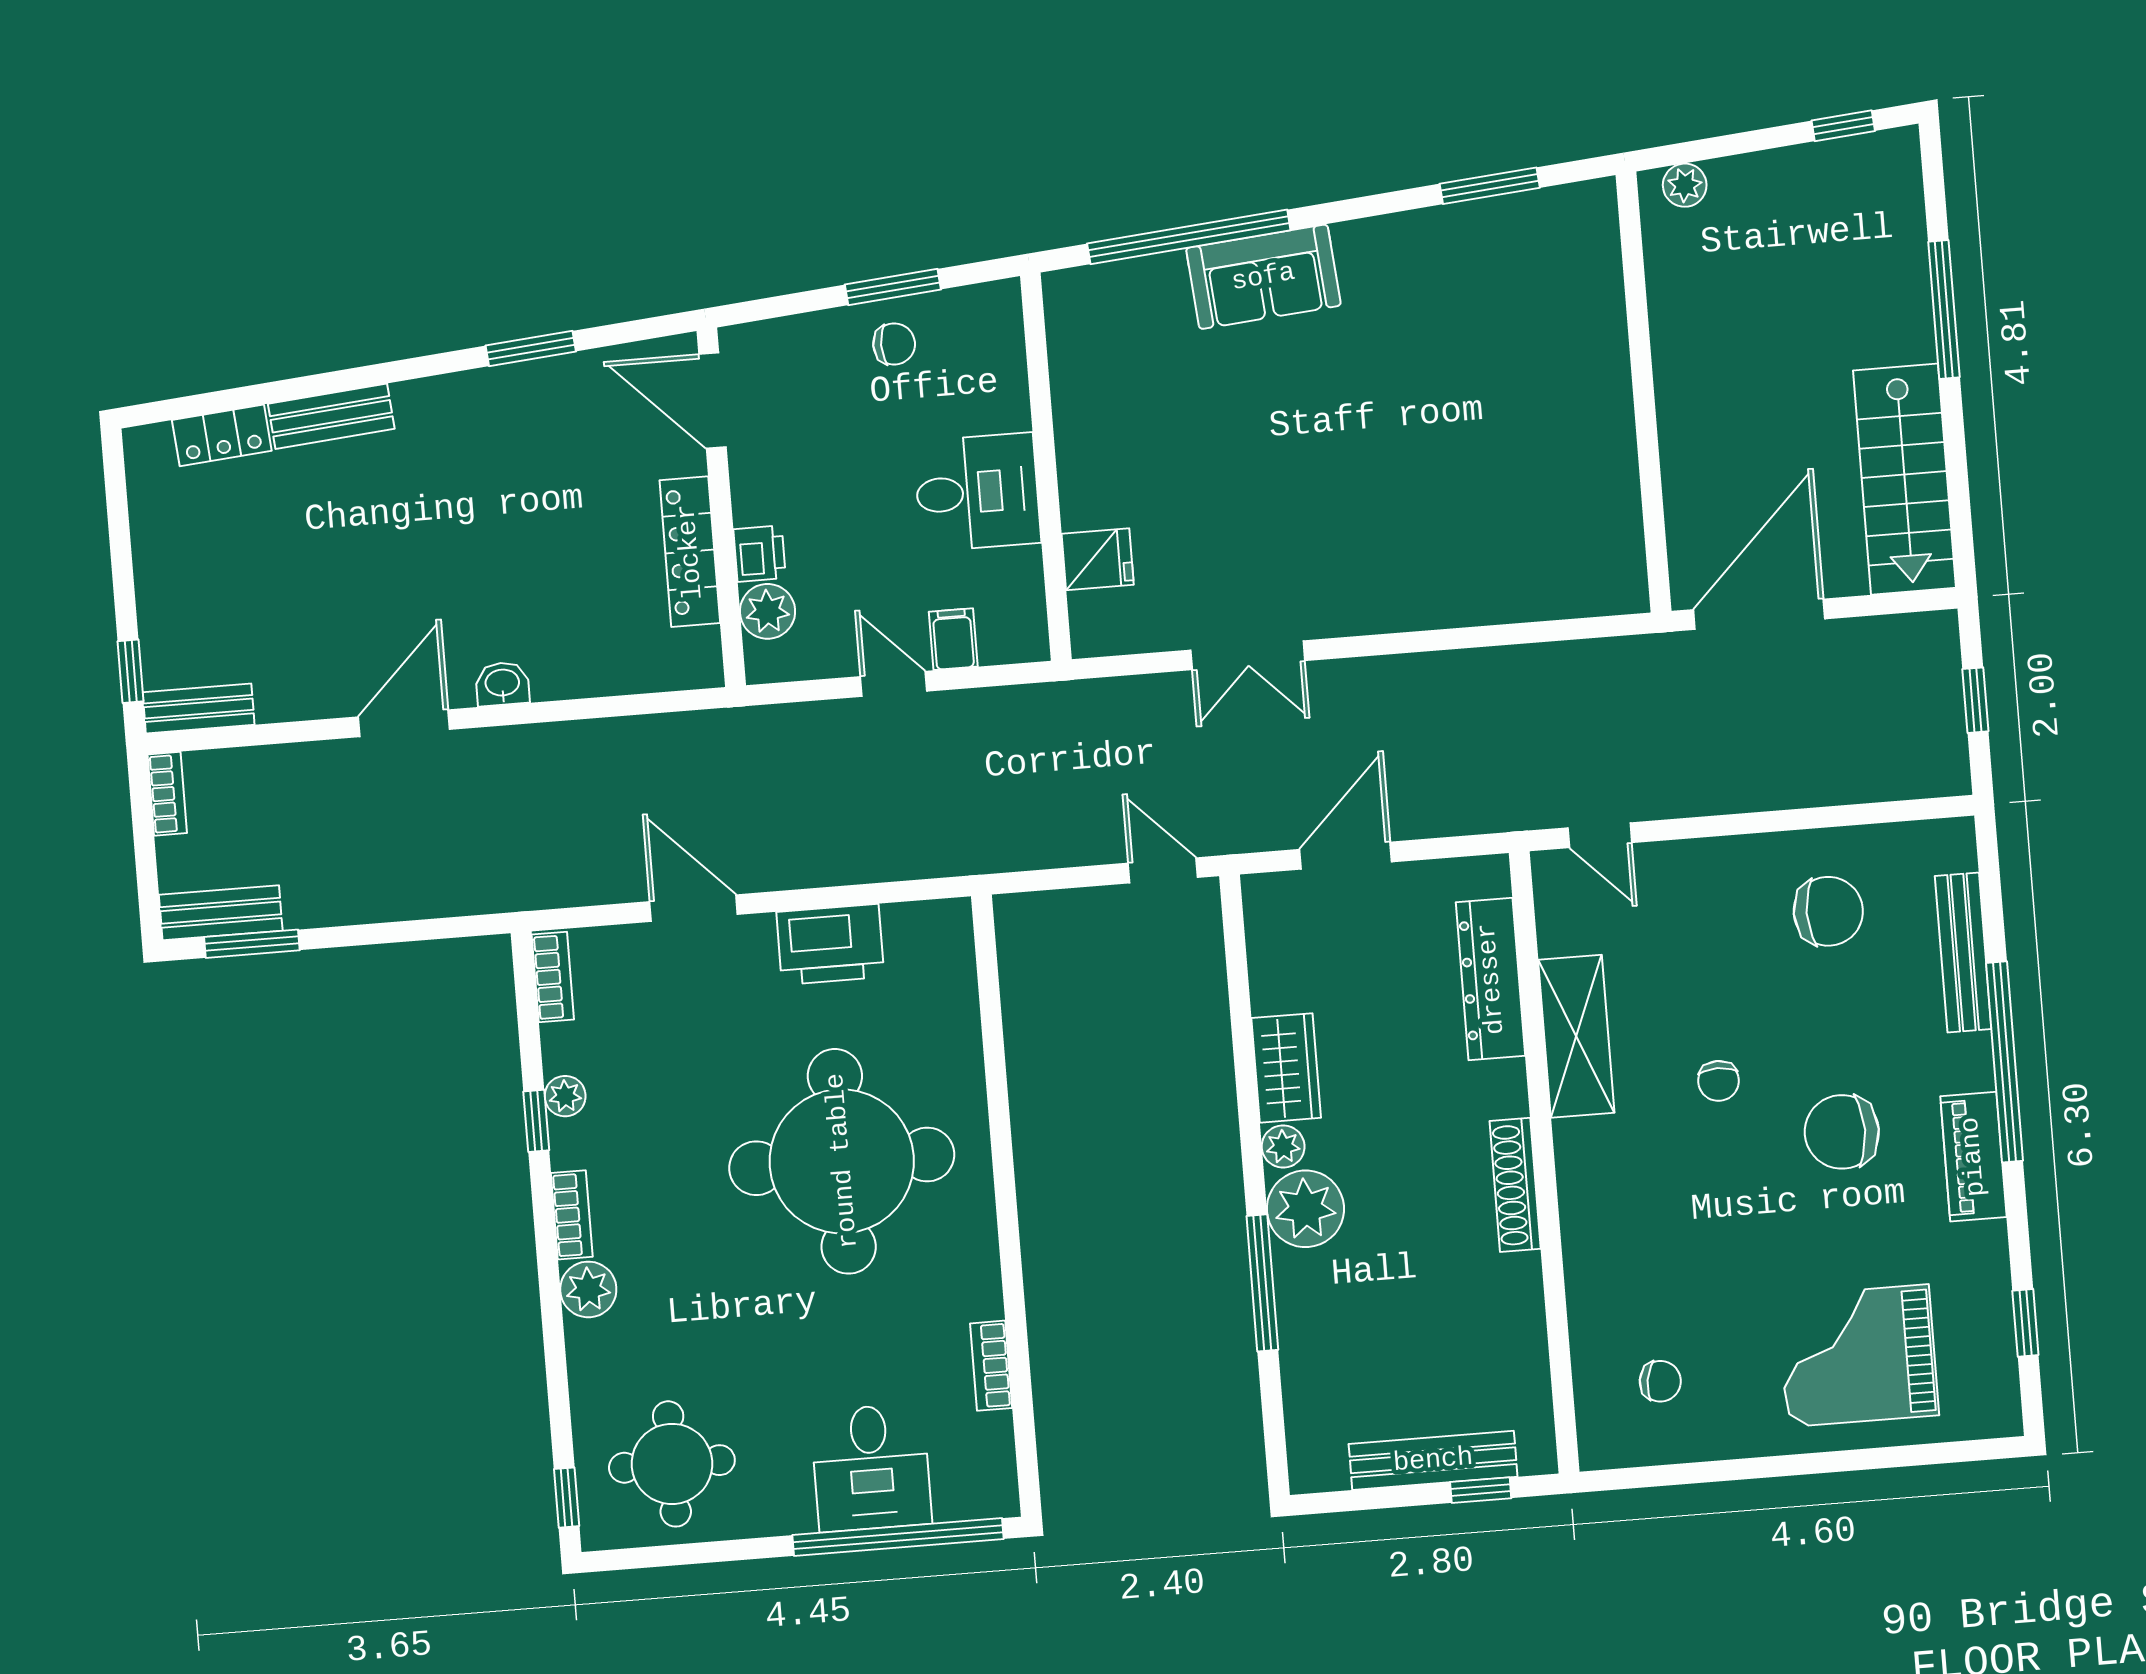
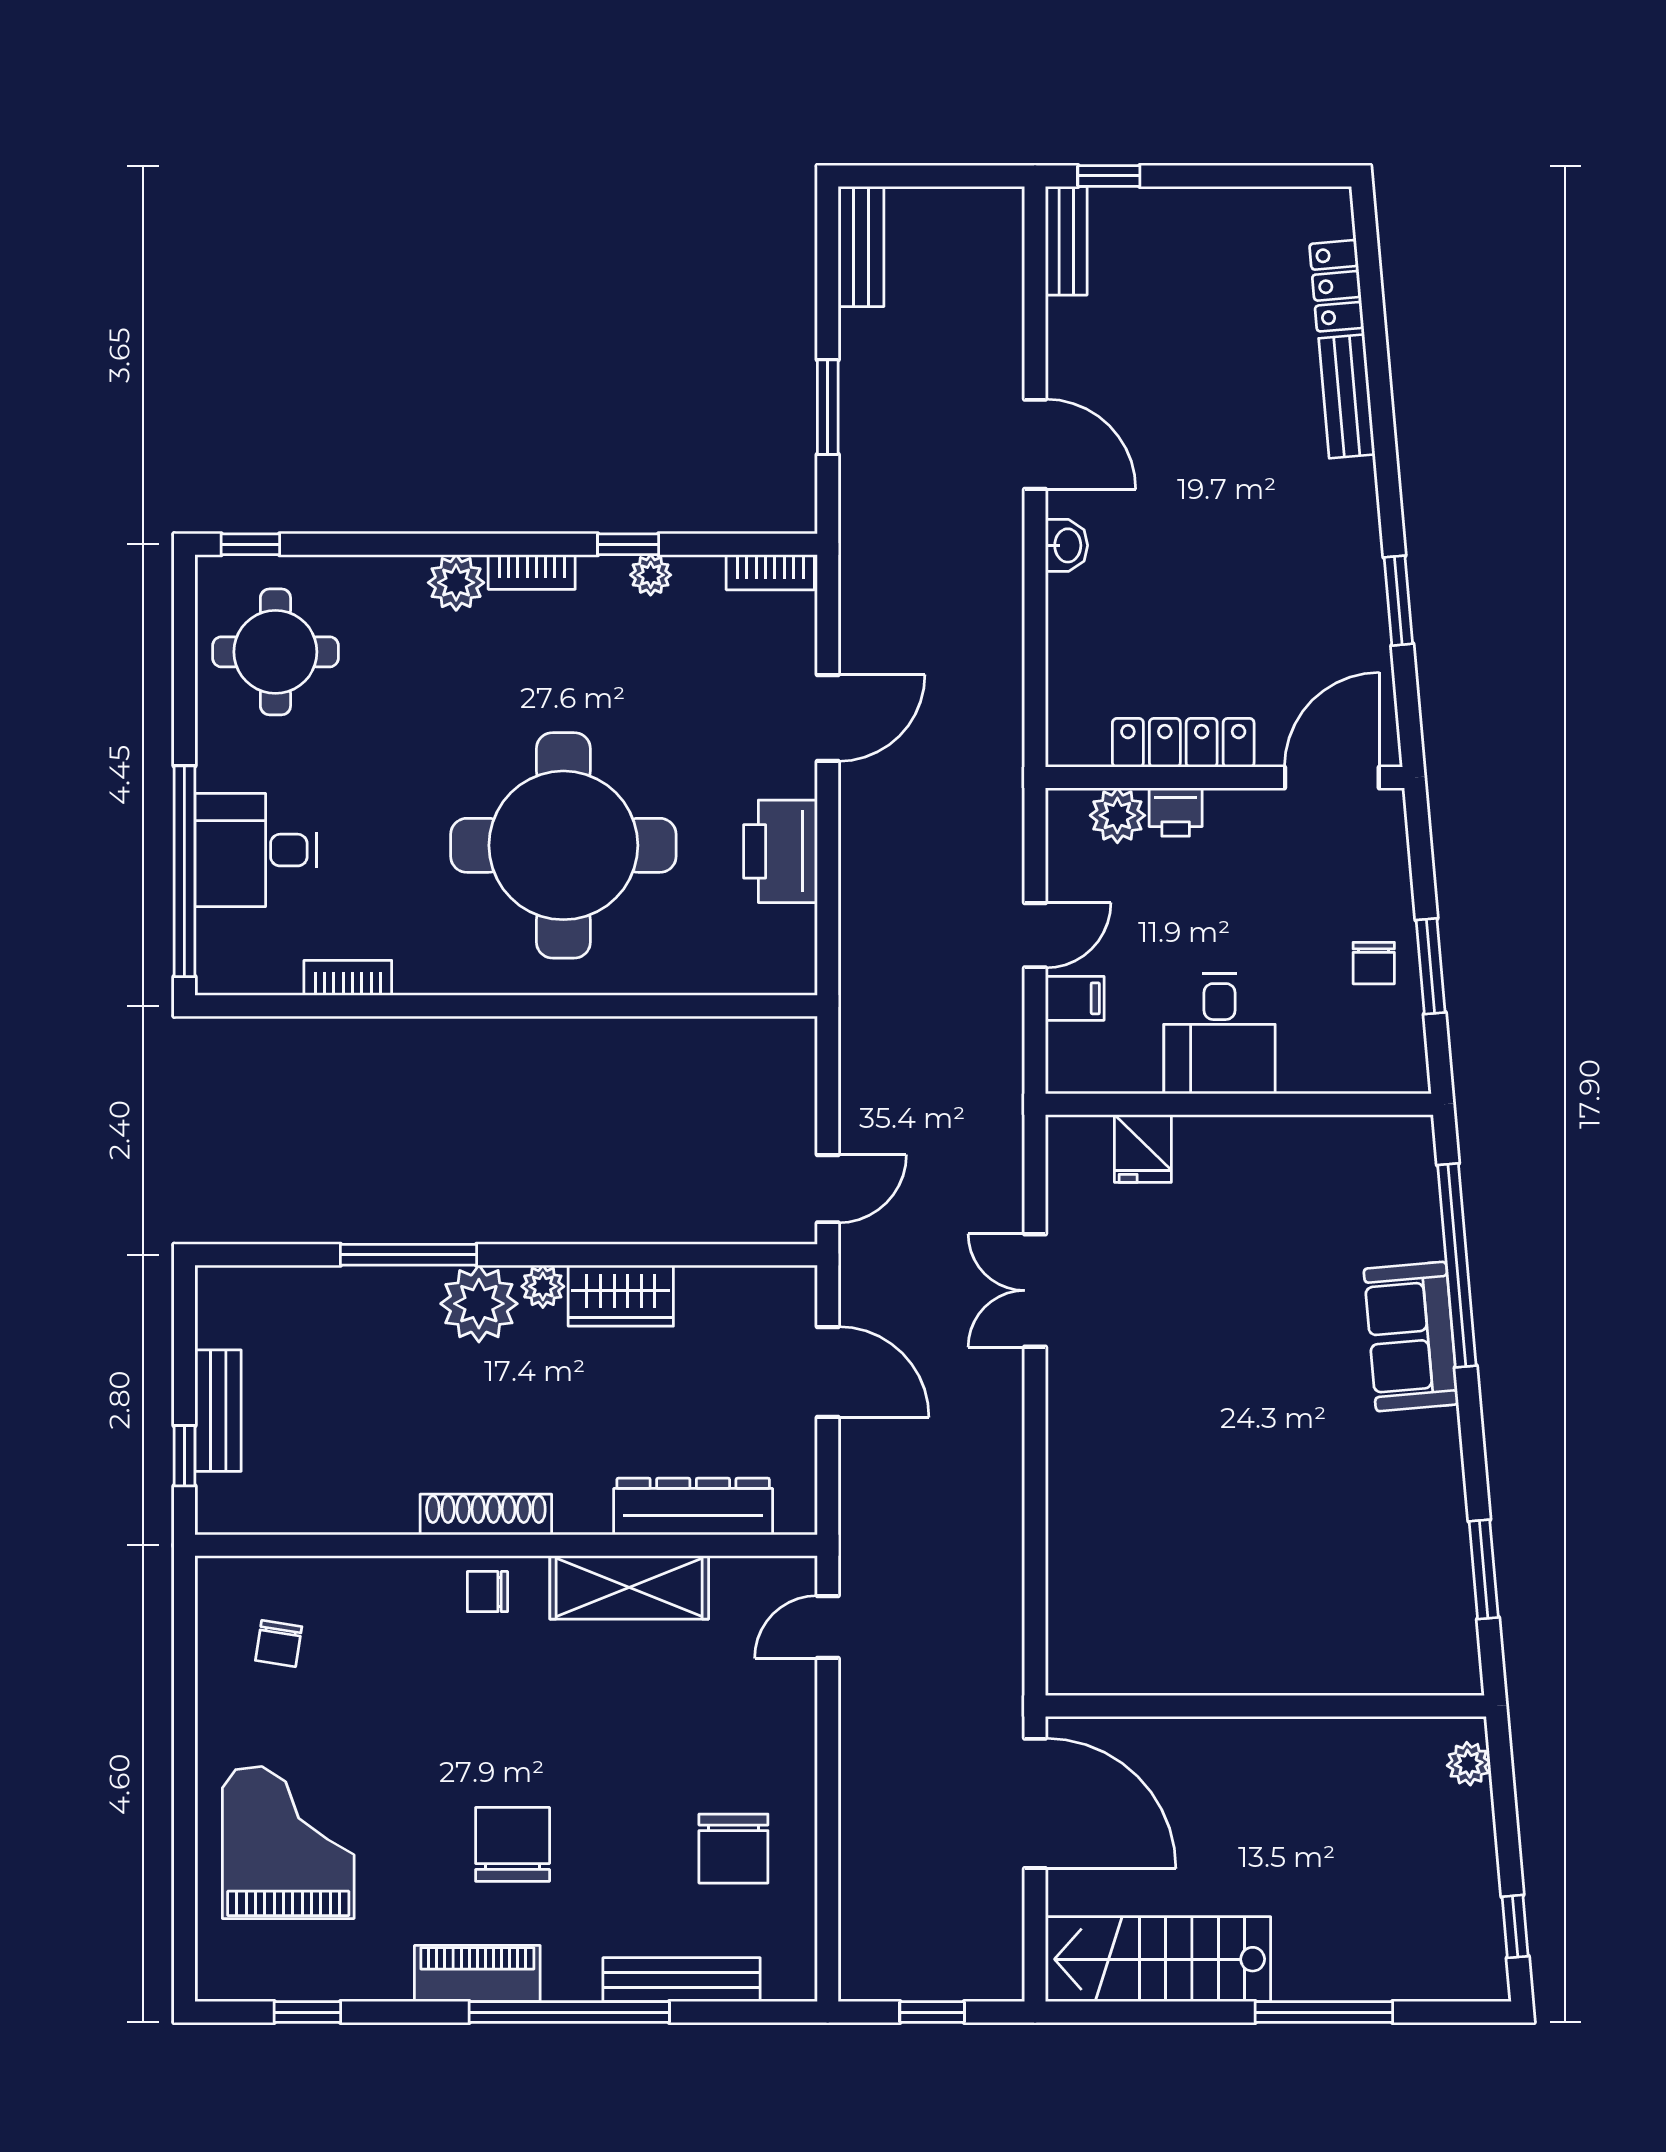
bookcase: (167, 794) -> (984, 203), removed
window: (252, 944) -> (828, 407), moved
chair: (1718, 1081) -> (487, 1592), moved
bench: (1433, 1460) -> (218, 1411), width x0.73

